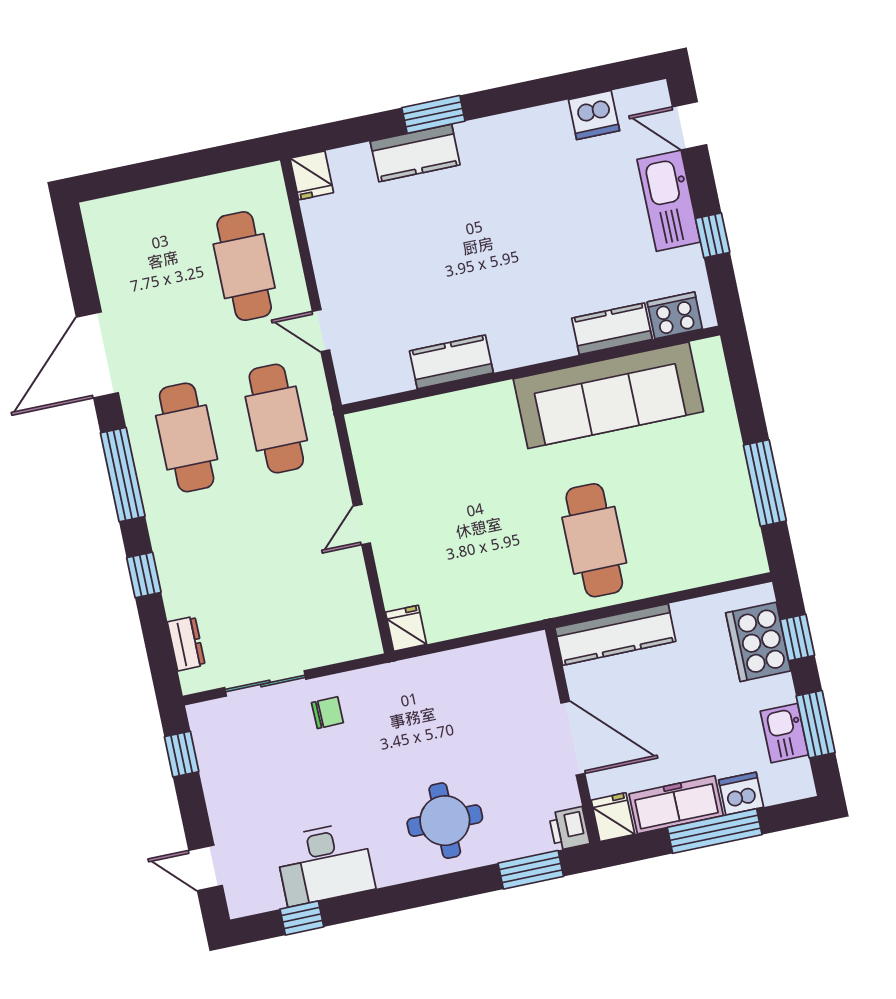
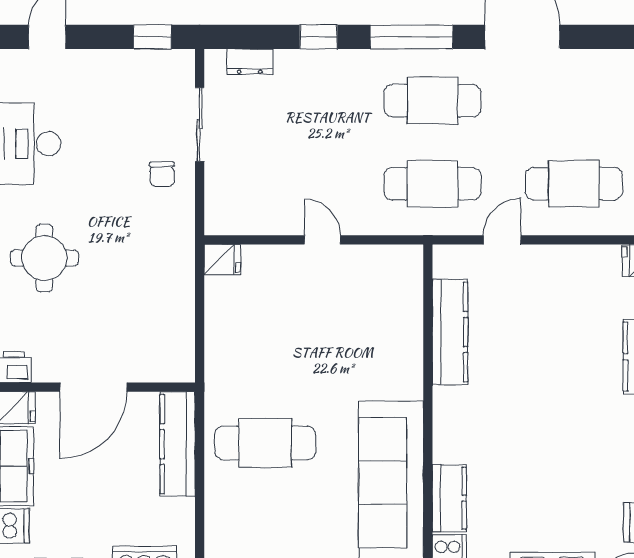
kitchen counter: (451, 362) -> (450, 332), width x1.50

